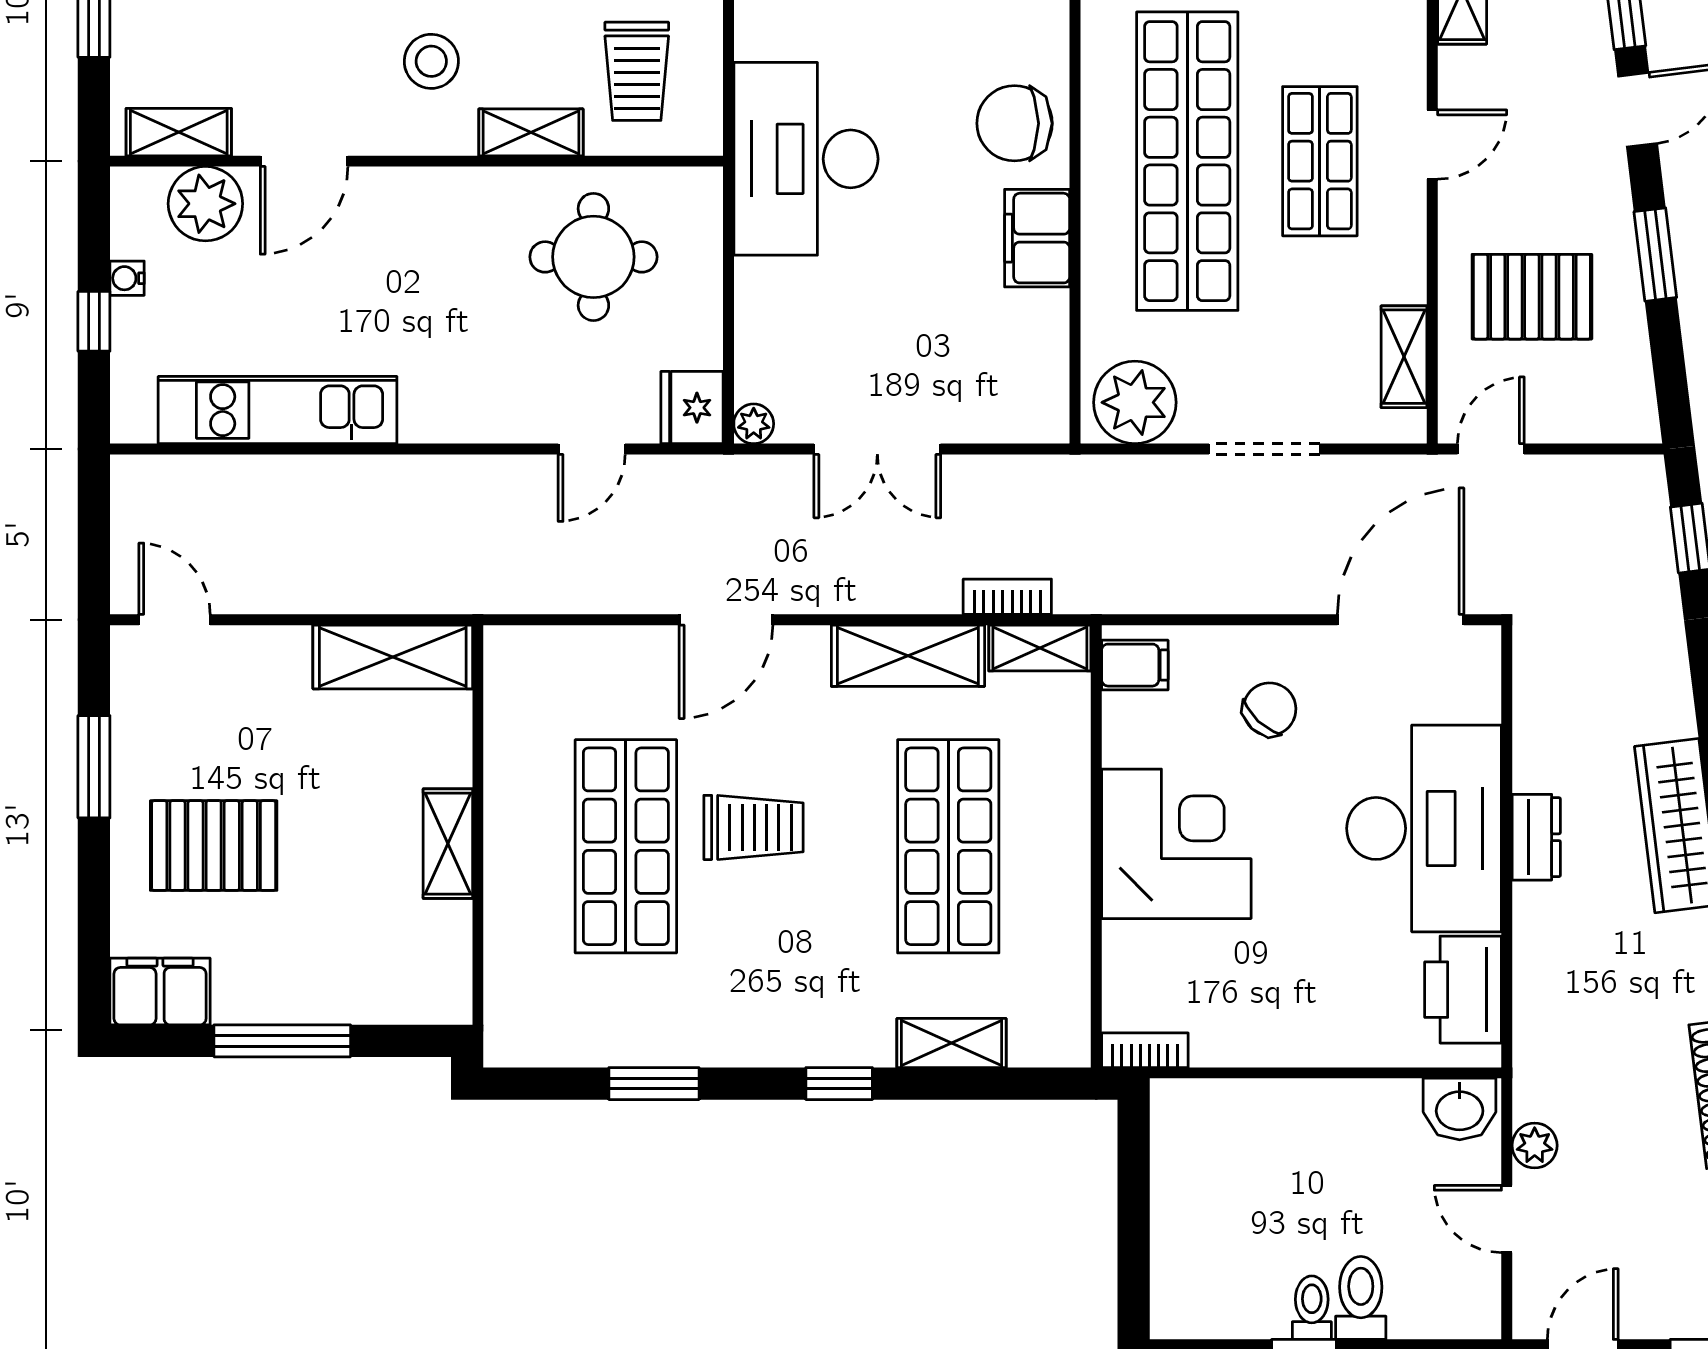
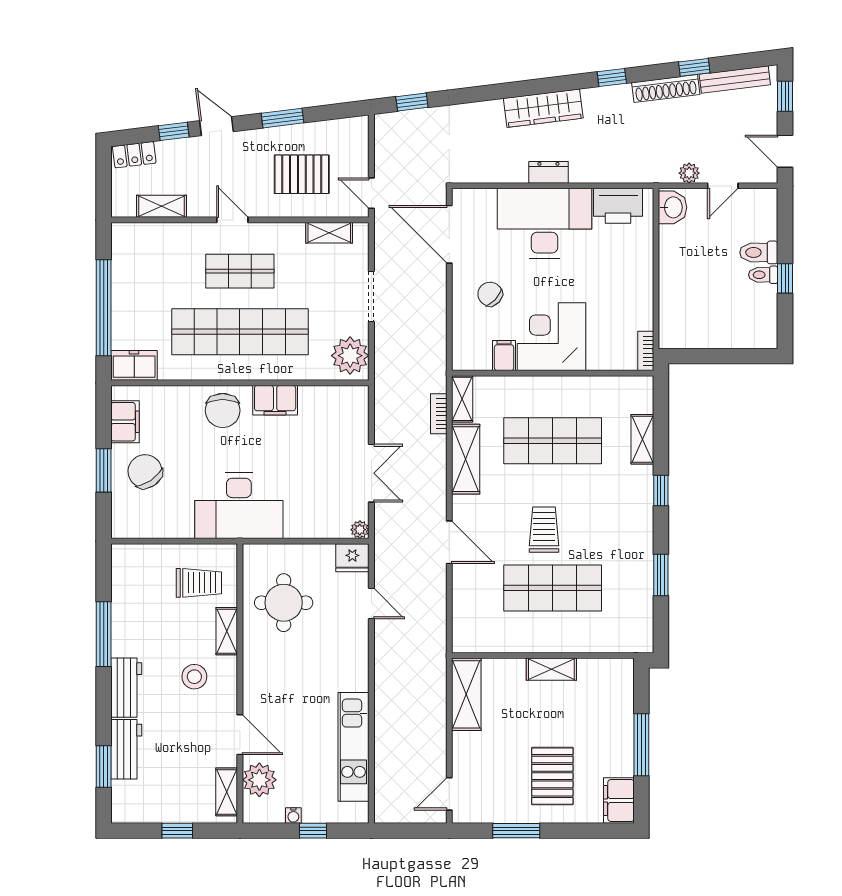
pallet: (1532, 297) -> (302, 174), turned 90
filing cabinet: (1135, 665) -> (504, 356), moved

